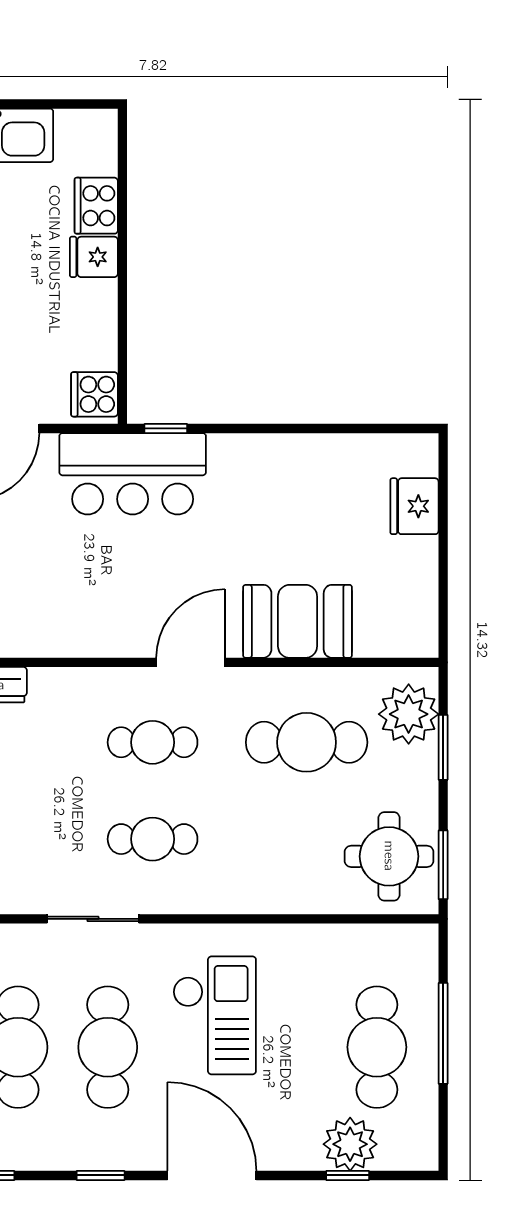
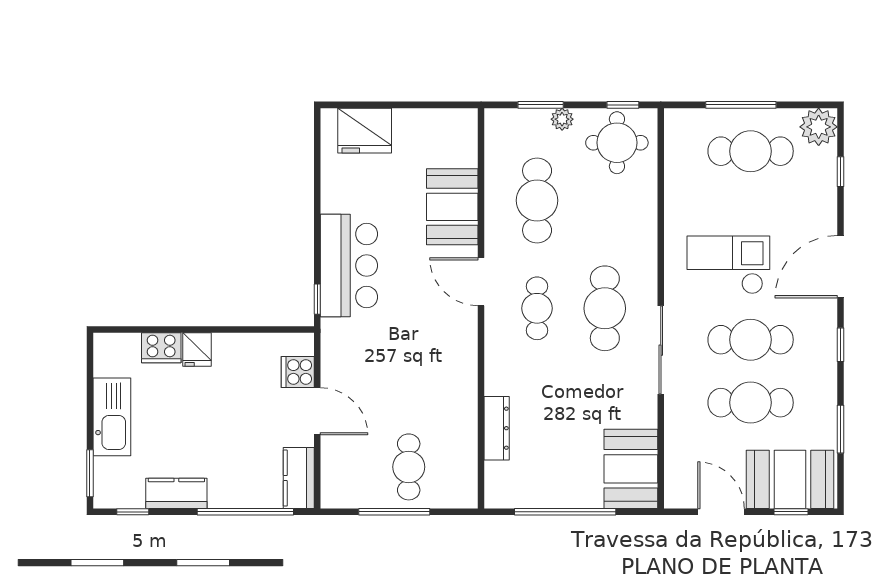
cooker: (94, 394) -> (298, 372), moved, turned 90
bar counter: (133, 474) -> (349, 266), moved
fridge: (414, 506) -> (365, 131), width x1.36, depth x1.34
plant: (409, 714) -> (562, 119), moved, width x0.53, depth x0.53
cafe table: (153, 839) -> (605, 308), width x1.37, depth x1.35
window: (443, 865) -> (623, 105), width x0.67
sliding door: (93, 919) -> (661, 350), width x1.37
plant: (350, 1144) -> (819, 127), moved

